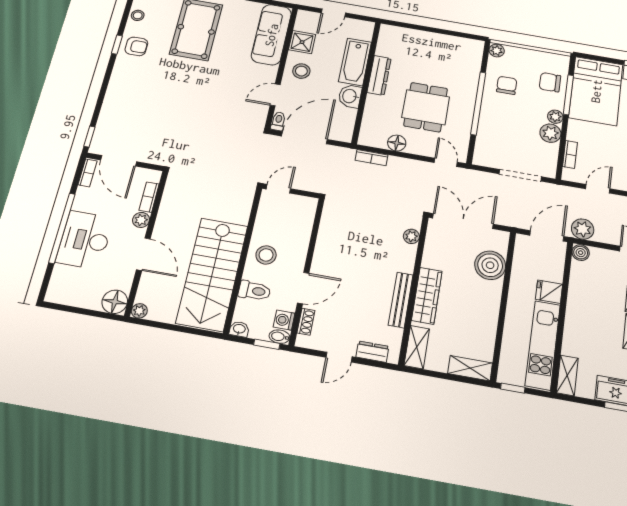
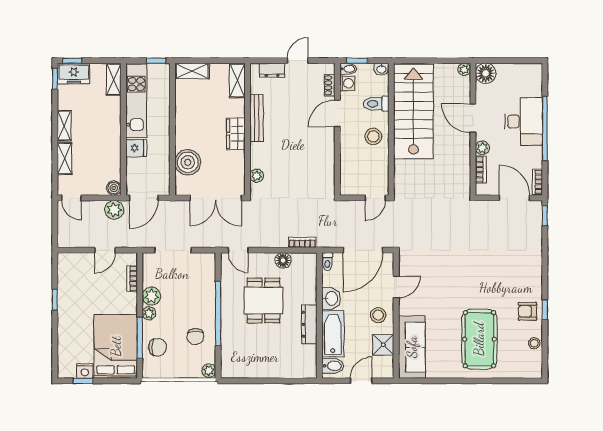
bidet: (361, 32) -> (333, 366), added
toilet: (278, 121) -> (327, 262), moved
wardrobe: (427, 296) -> (236, 134), width x0.67

